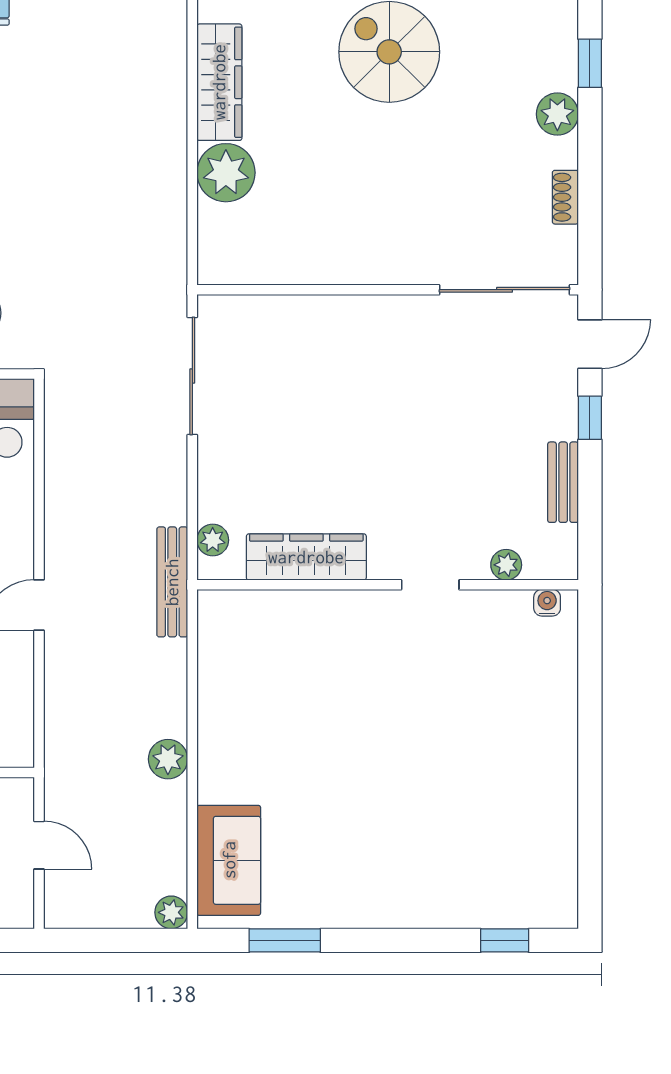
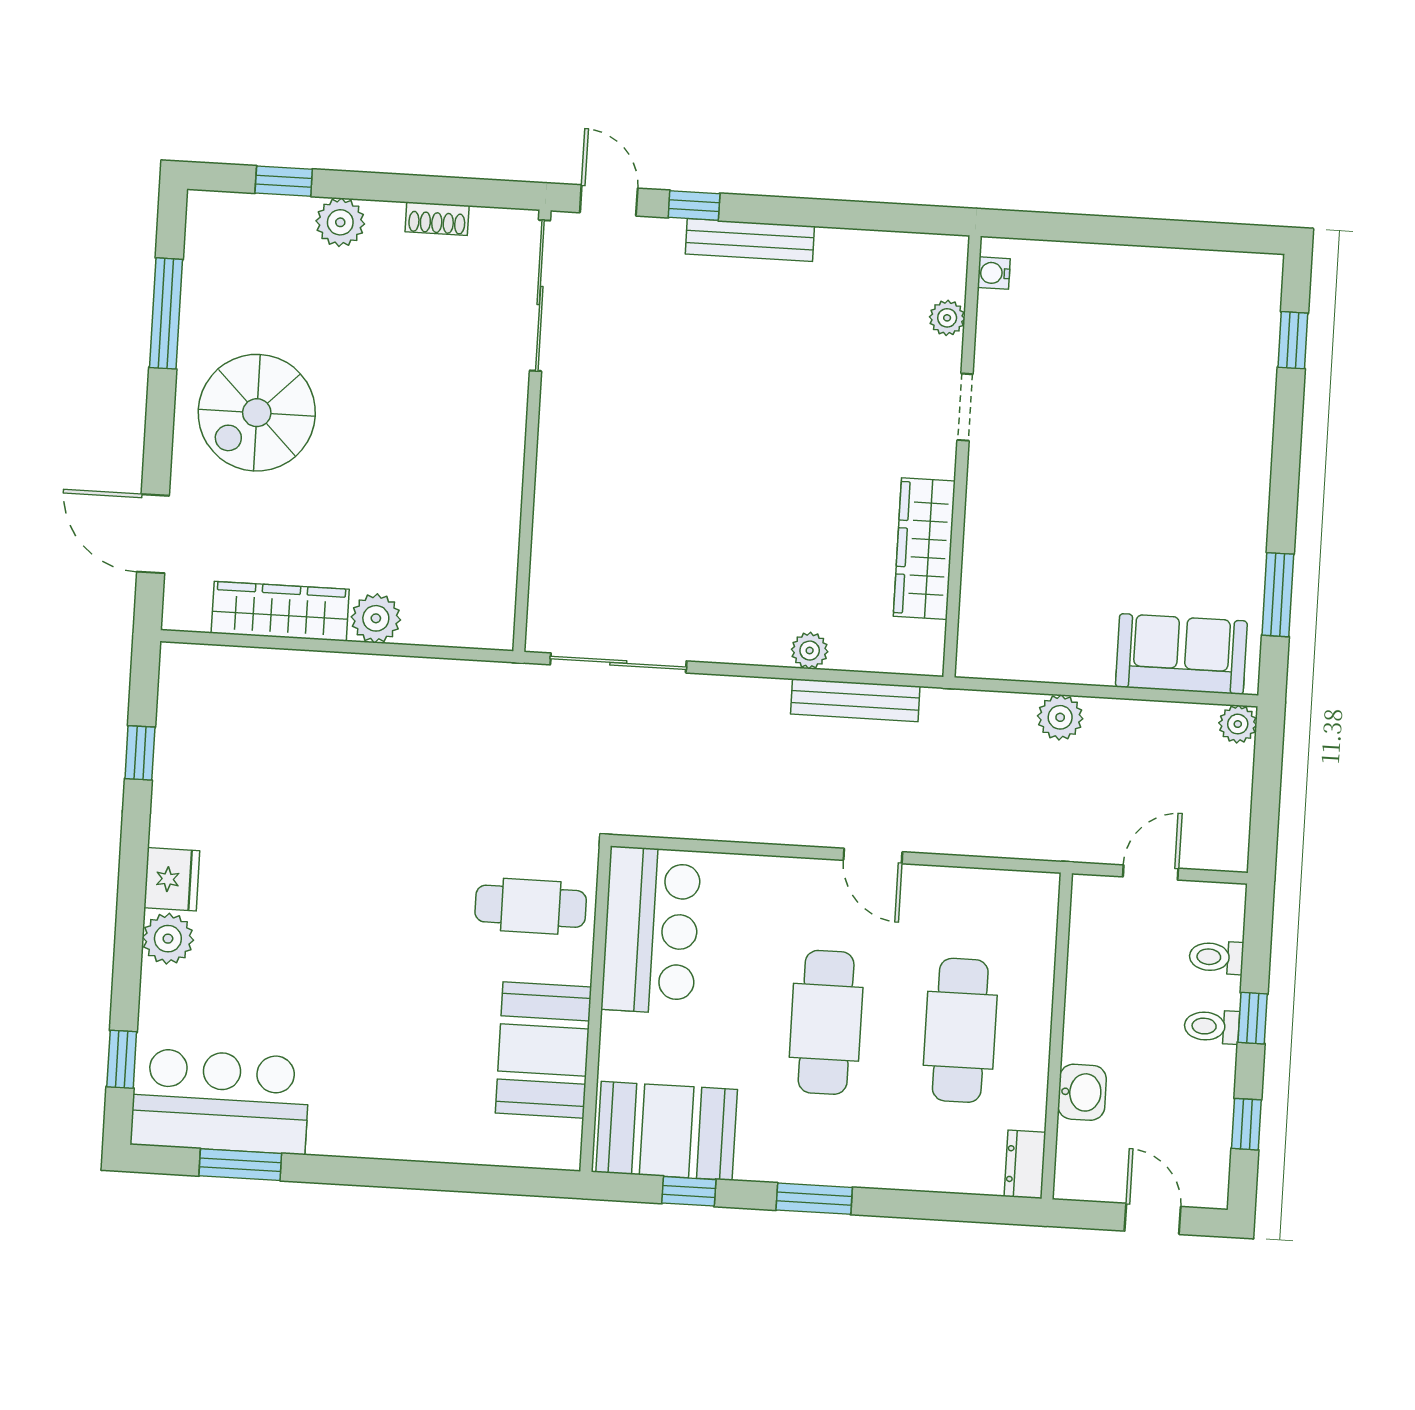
plant: (226, 173) -> (376, 618), width x0.73, depth x0.73
bench: (563, 482) -> (750, 240), width x1.36
wardrobe: (306, 557) -> (924, 549), moved
plant: (506, 565) -> (947, 318), moved
wall: (388, 585) -> (962, 456), moved
doorway: (430, 585) -> (965, 407), moved
water cooler: (547, 603) -> (994, 273), moved

